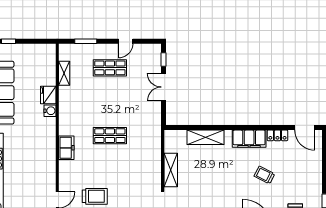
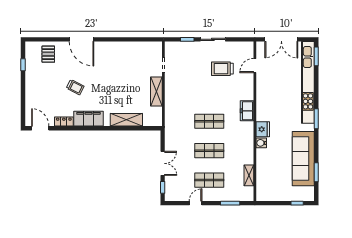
fridge: (48, 95) -> (263, 129), moved
shop shelf: (110, 102) -> (209, 151), added

